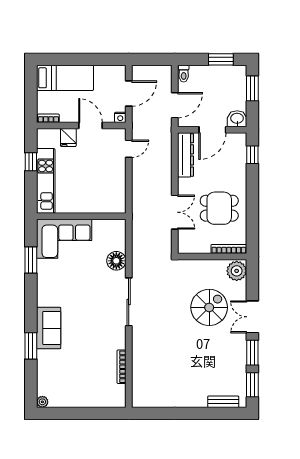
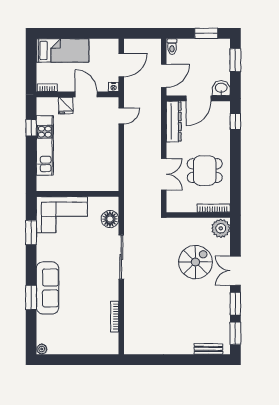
wall: (81, 216) -> (78, 194), moved
corner sofa: (64, 239) -> (62, 215), moved
window: (31, 260) -> (31, 233), moved
sofa: (49, 328) -> (48, 288), width x1.36

